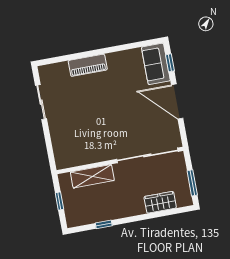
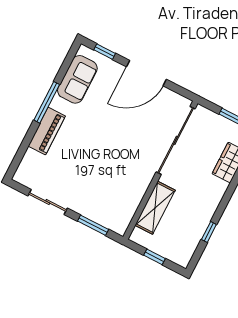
window: (107, 50) -> (47, 102), added
sofa: (156, 64) -> (77, 79), moved, turned -90
window: (49, 144) -> (93, 225), added

